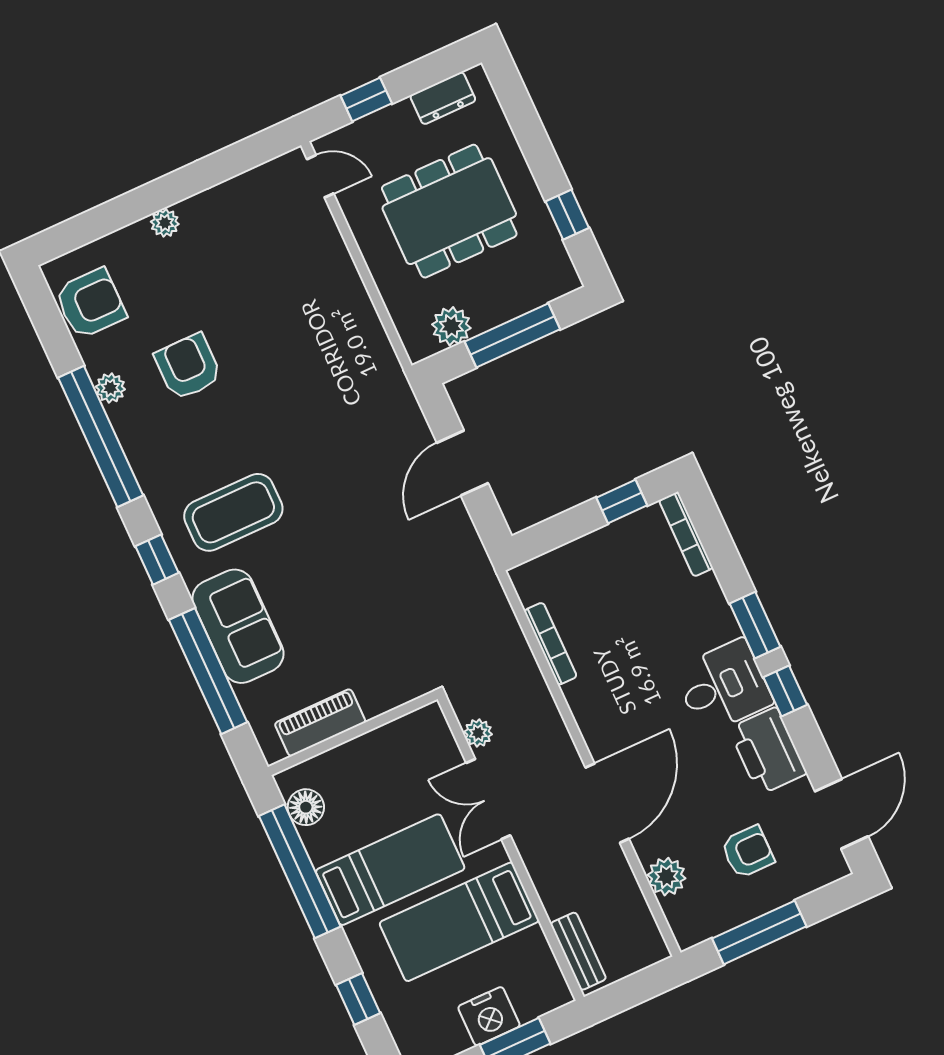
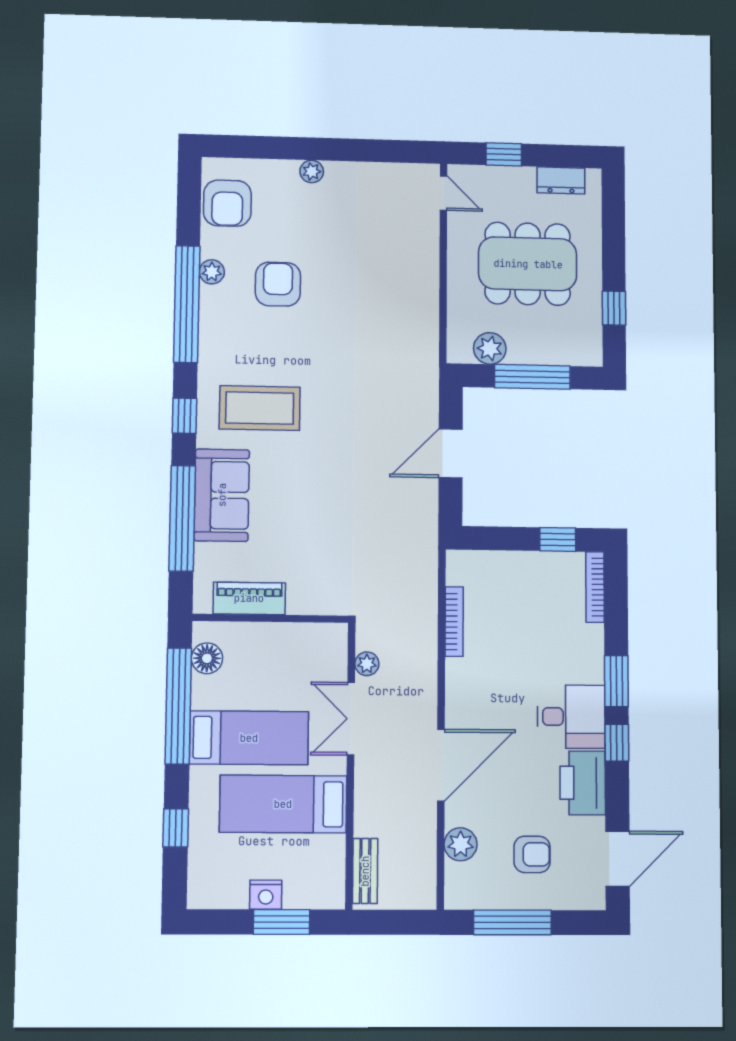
armchair: (90, 303) -> (227, 203), turned 90
nightstand: (489, 1016) -> (266, 895), width x0.74, depth x0.75

